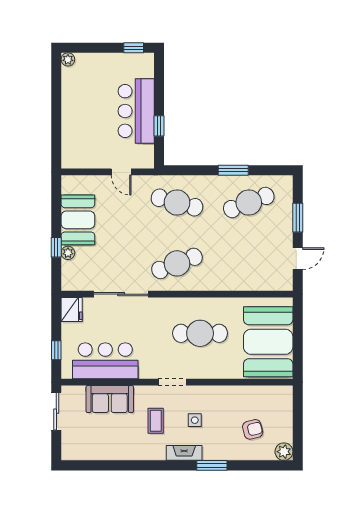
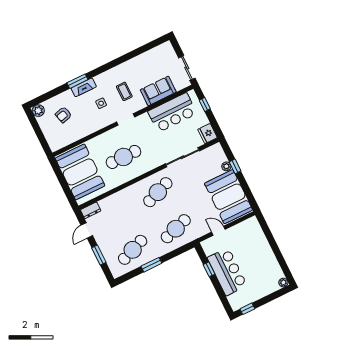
cafe table: (177, 203) -> (176, 229), turned -33
booth: (78, 220) -> (229, 197), width x1.36, depth x1.42
dresser: (279, 283) -> (91, 210), added
fireplace: (184, 453) -> (84, 87), moved

